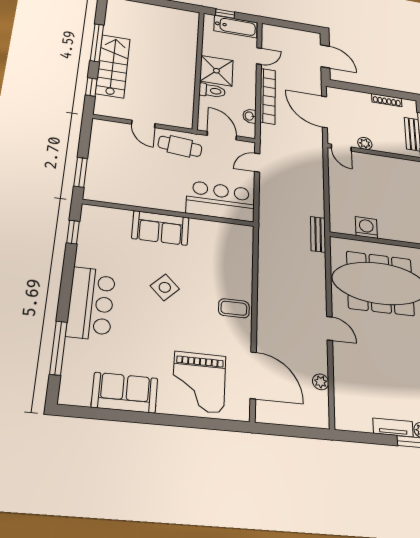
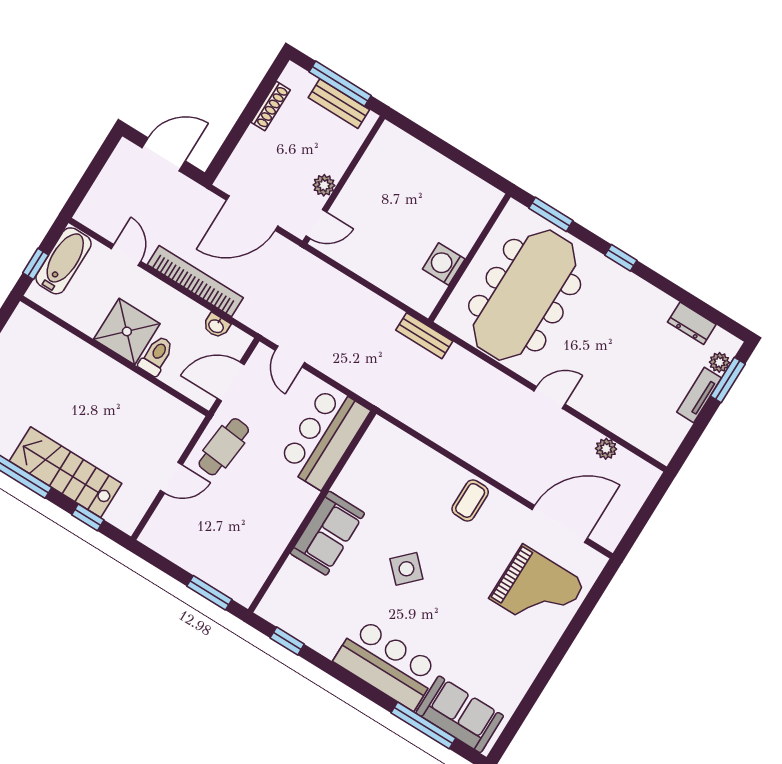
sofa: (125, 393) -> (460, 714), moved, turned 90

